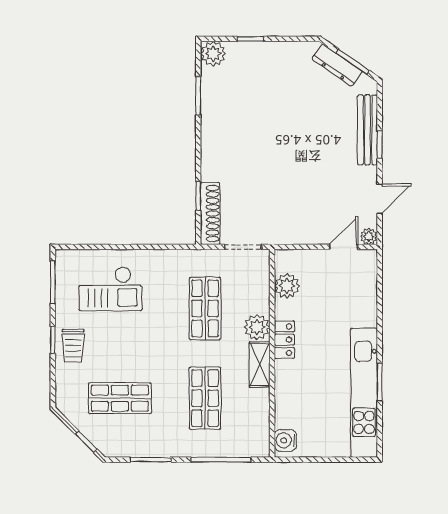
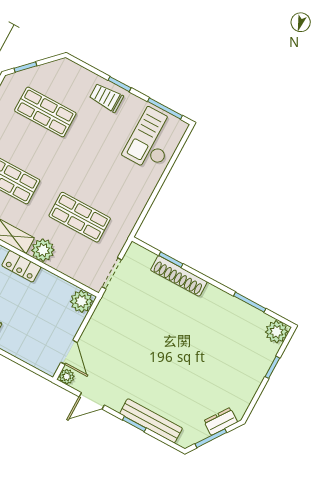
dresser: (337, 65) -> (221, 421), width x0.70
door: (380, 199) -> (92, 401), hinge flipped
shoe rack: (210, 213) -> (179, 276), moved
plant: (287, 286) -> (81, 301), moved
checkout: (110, 289) -> (152, 140), moved
shop shelf: (120, 398) -> (45, 112), turned 90

